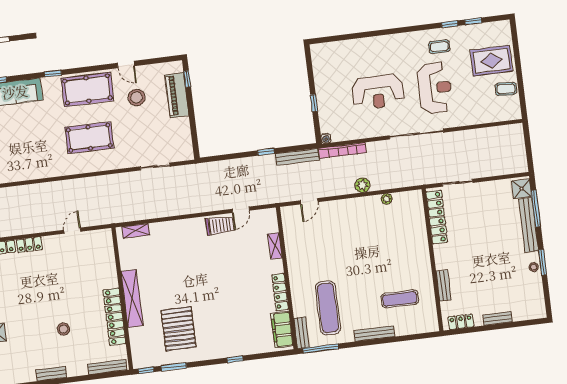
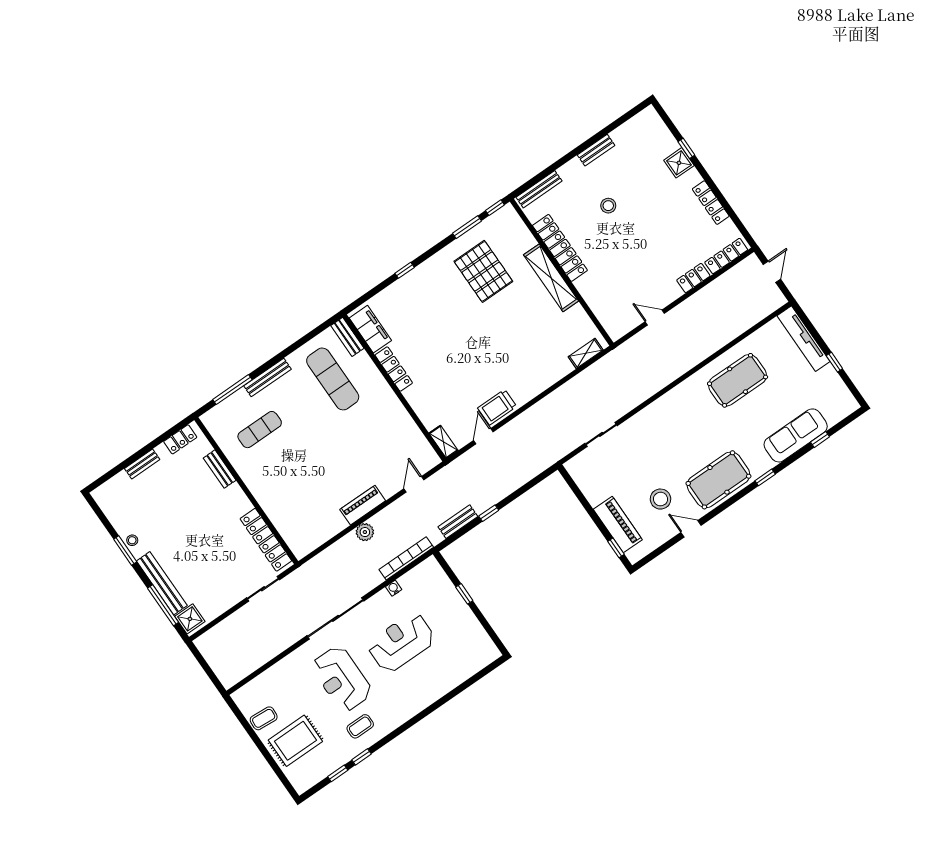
pool table: (89, 138) -> (738, 380), moved
water cooler: (326, 138) -> (394, 588), moved
bench: (297, 157) -> (458, 522), width x0.73
plant: (387, 199) -> (331, 531), removed
piano: (354, 205) -> (363, 505), added
door: (72, 231) -> (655, 318), swing flipped
shelving: (275, 246) -> (443, 442), moved
window: (321, 349) -> (232, 390), moved

